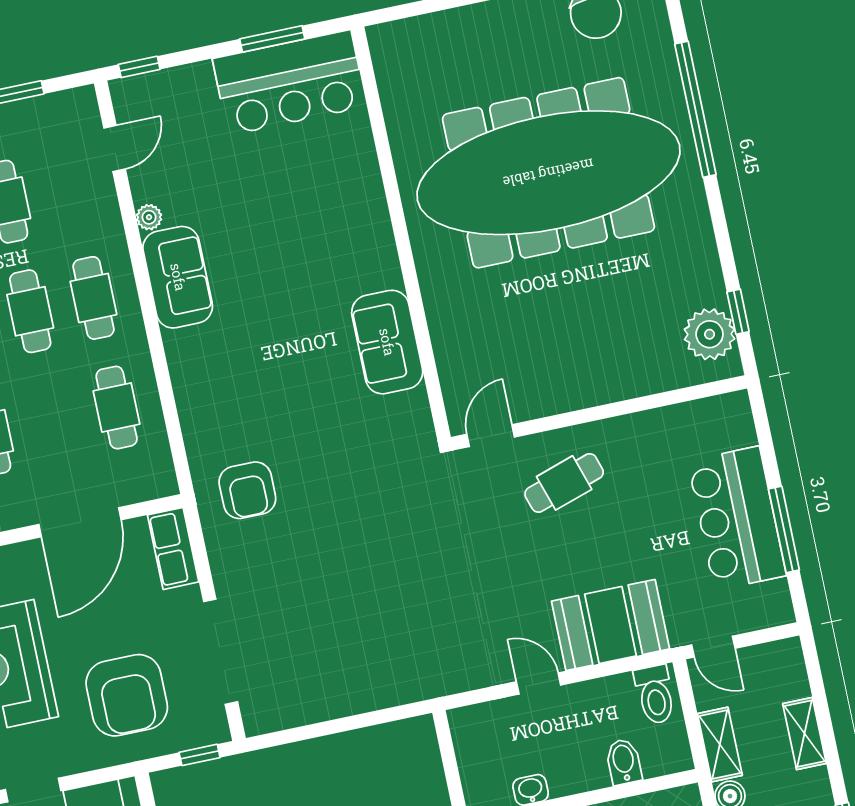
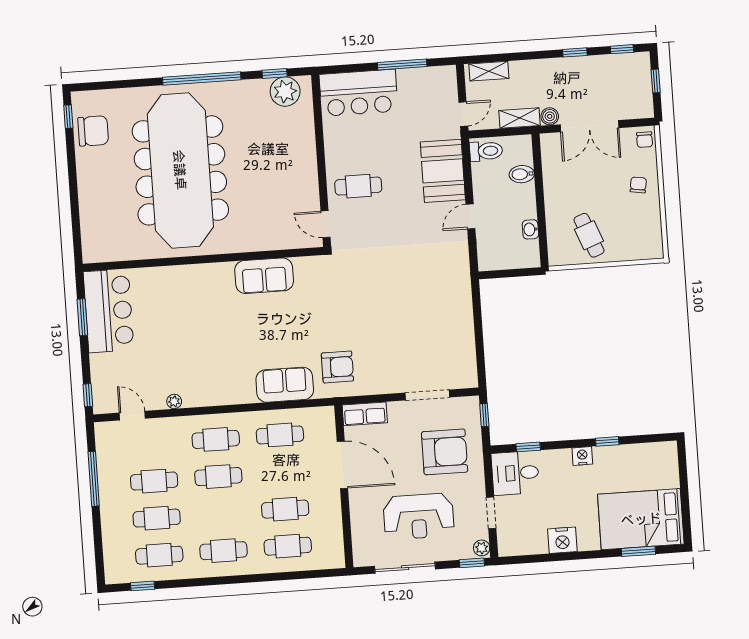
window: (695, 109) -> (202, 79), moved
sofa: (178, 277) -> (285, 385), moved
cafe table: (564, 483) -> (358, 186), turned -72
bar counter: (737, 518) -> (359, 93), moved
doorway: (221, 652) -> (427, 395), width x0.73
shelving: (804, 734) -> (489, 71), moved

